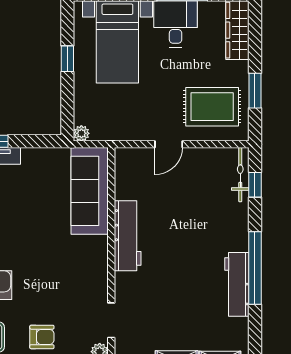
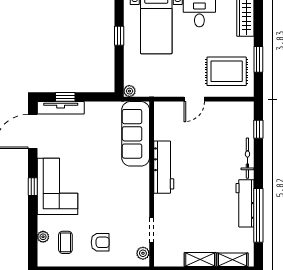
bicycle: (240, 175) -> (247, 158), moved
window: (255, 268) -> (258, 215), moved

